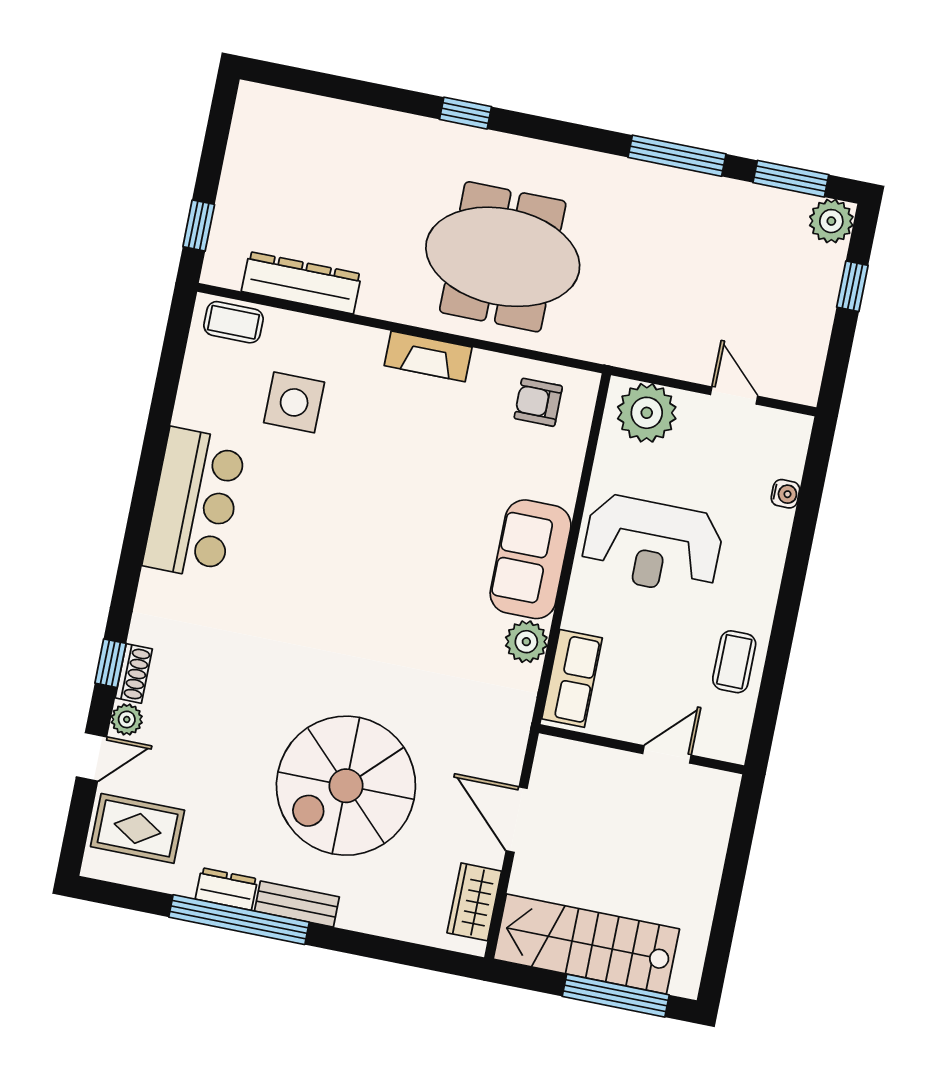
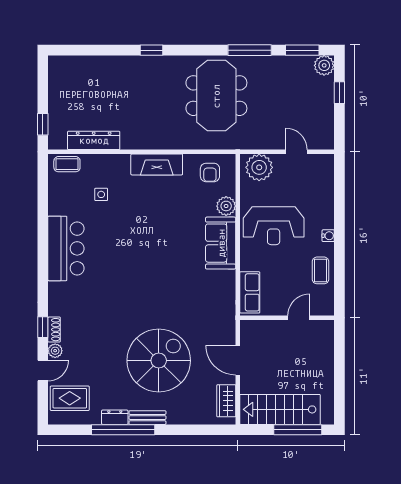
meeting table: (503, 257) -> (216, 96), moved, turned 90
fireplace: (428, 356) -> (157, 164), width x1.37, depth x1.32
side table: (294, 402) -> (101, 194), width x0.54, depth x0.54
armchair: (538, 402) -> (210, 172), turned -90
water cooler: (785, 494) -> (328, 236), moved
plant: (526, 642) -> (226, 206), moved
spiral stairs: (346, 786) -> (159, 361), turned 180

